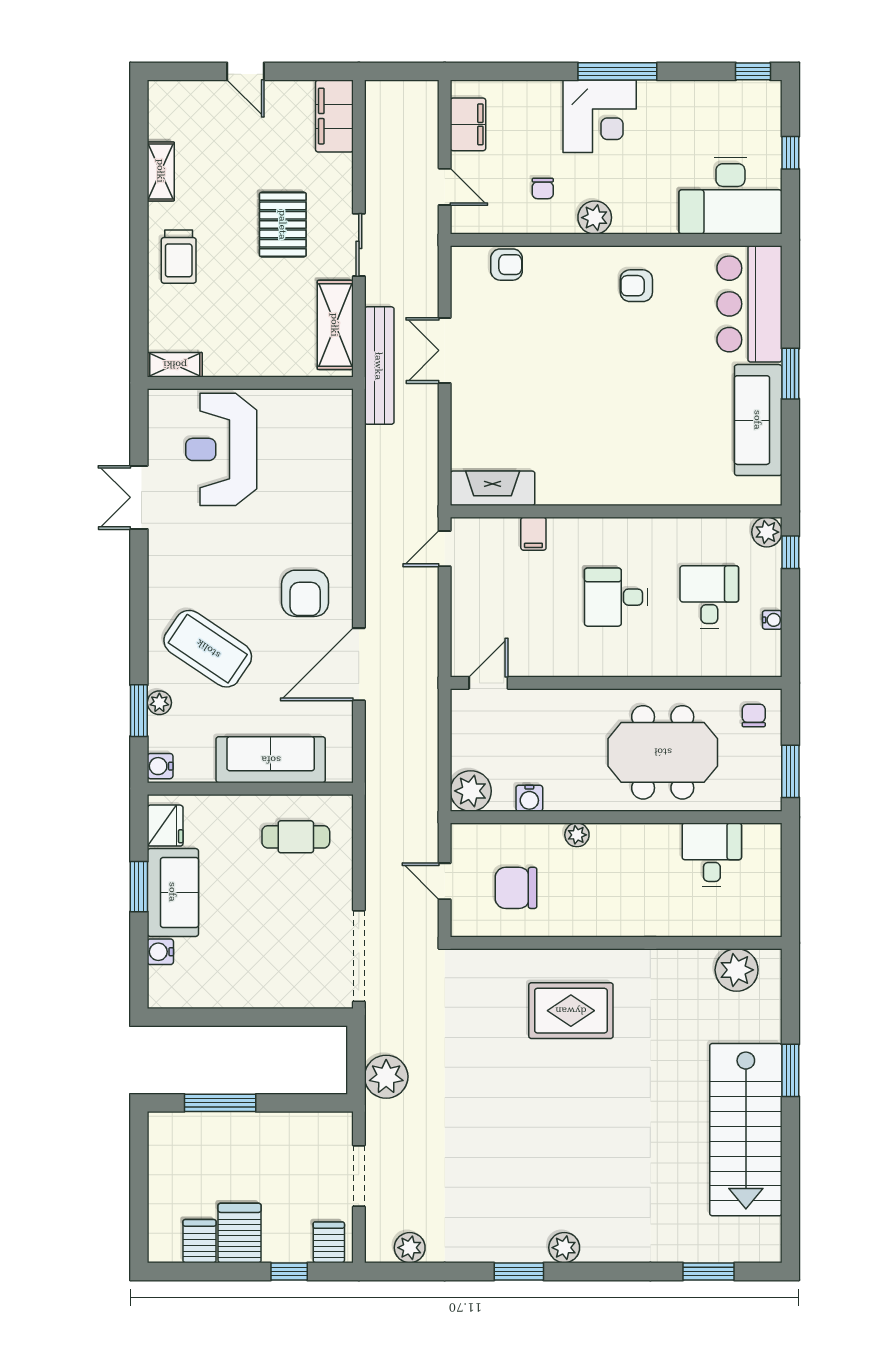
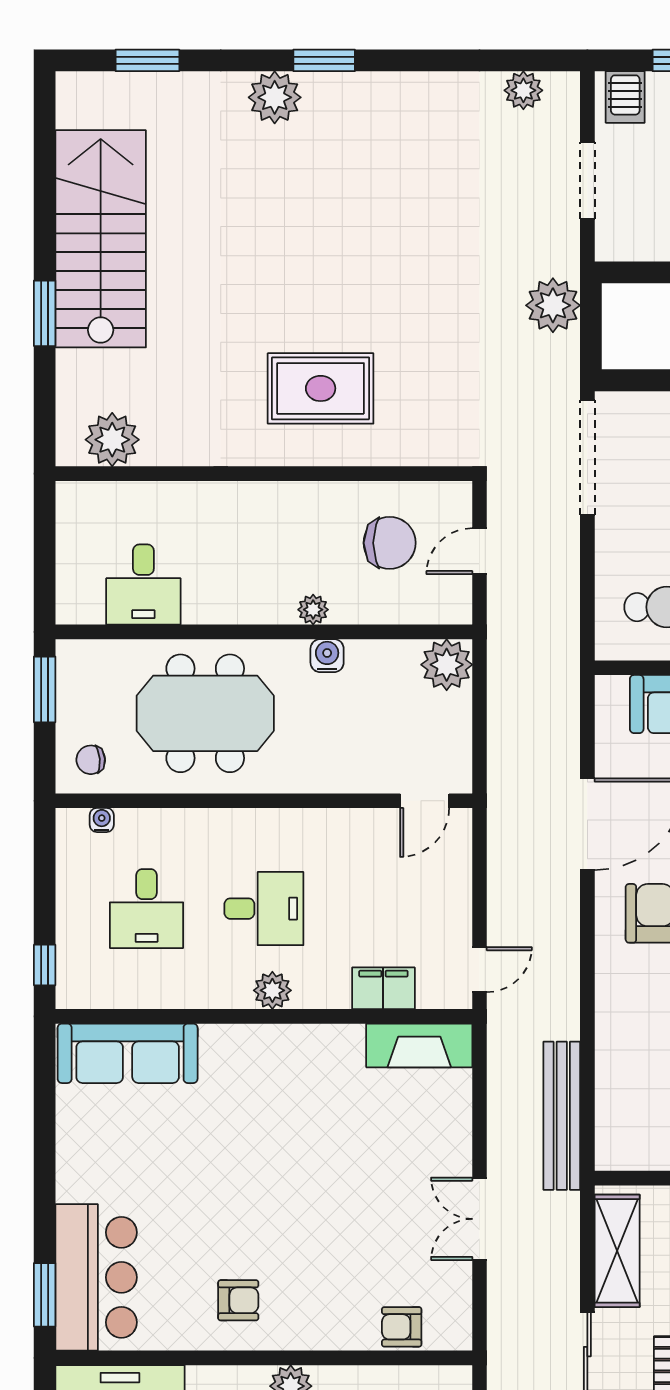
double door: (445, 350) -> (480, 1219), swing flipped
bench: (379, 366) -> (562, 1116), moved
window: (790, 374) -> (45, 1295), moved
sofa: (758, 420) -> (128, 1053), moved, turned 90
plant: (767, 532) -> (272, 990), moved
filing cabinet: (533, 534) -> (383, 988), width x2.00
water cooler: (772, 620) -> (102, 820), moved, turned 90
chair: (754, 715) -> (91, 760), turned 85
water cooler: (529, 798) -> (327, 656), moved
door: (445, 881) -> (480, 551), swing flipped
plant: (564, 1248) -> (275, 97), moved, width x1.36, depth x1.36
window: (519, 1271) -> (324, 60), moved

